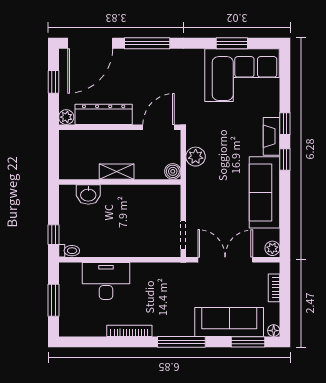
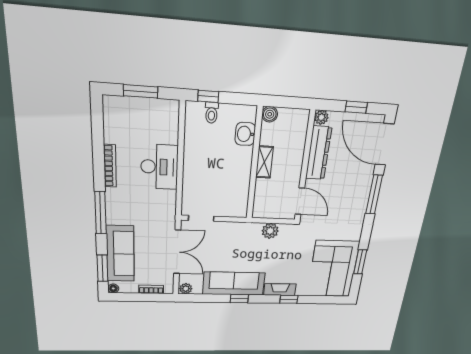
window: (285, 159) -> (239, 299), moved
boiler: (173, 171) -> (270, 114), moved
toilet: (69, 251) -> (212, 113), moved
desk: (106, 281) -> (159, 167), moved

